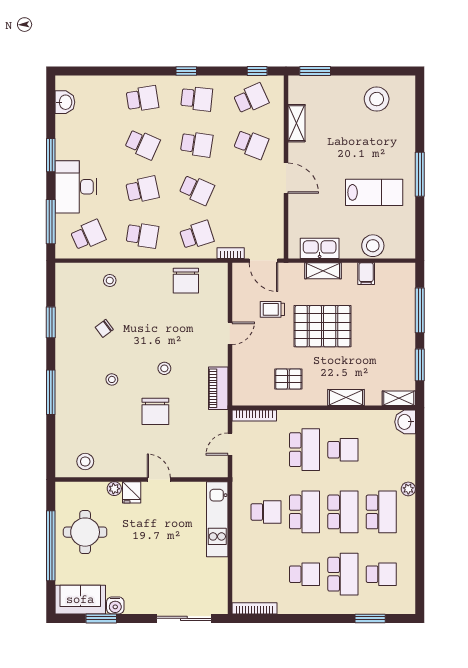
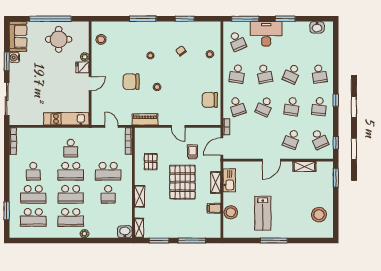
school desk: (381, 574) -> (33, 217), width x1.85
window: (101, 618) -> (7, 61), moved

